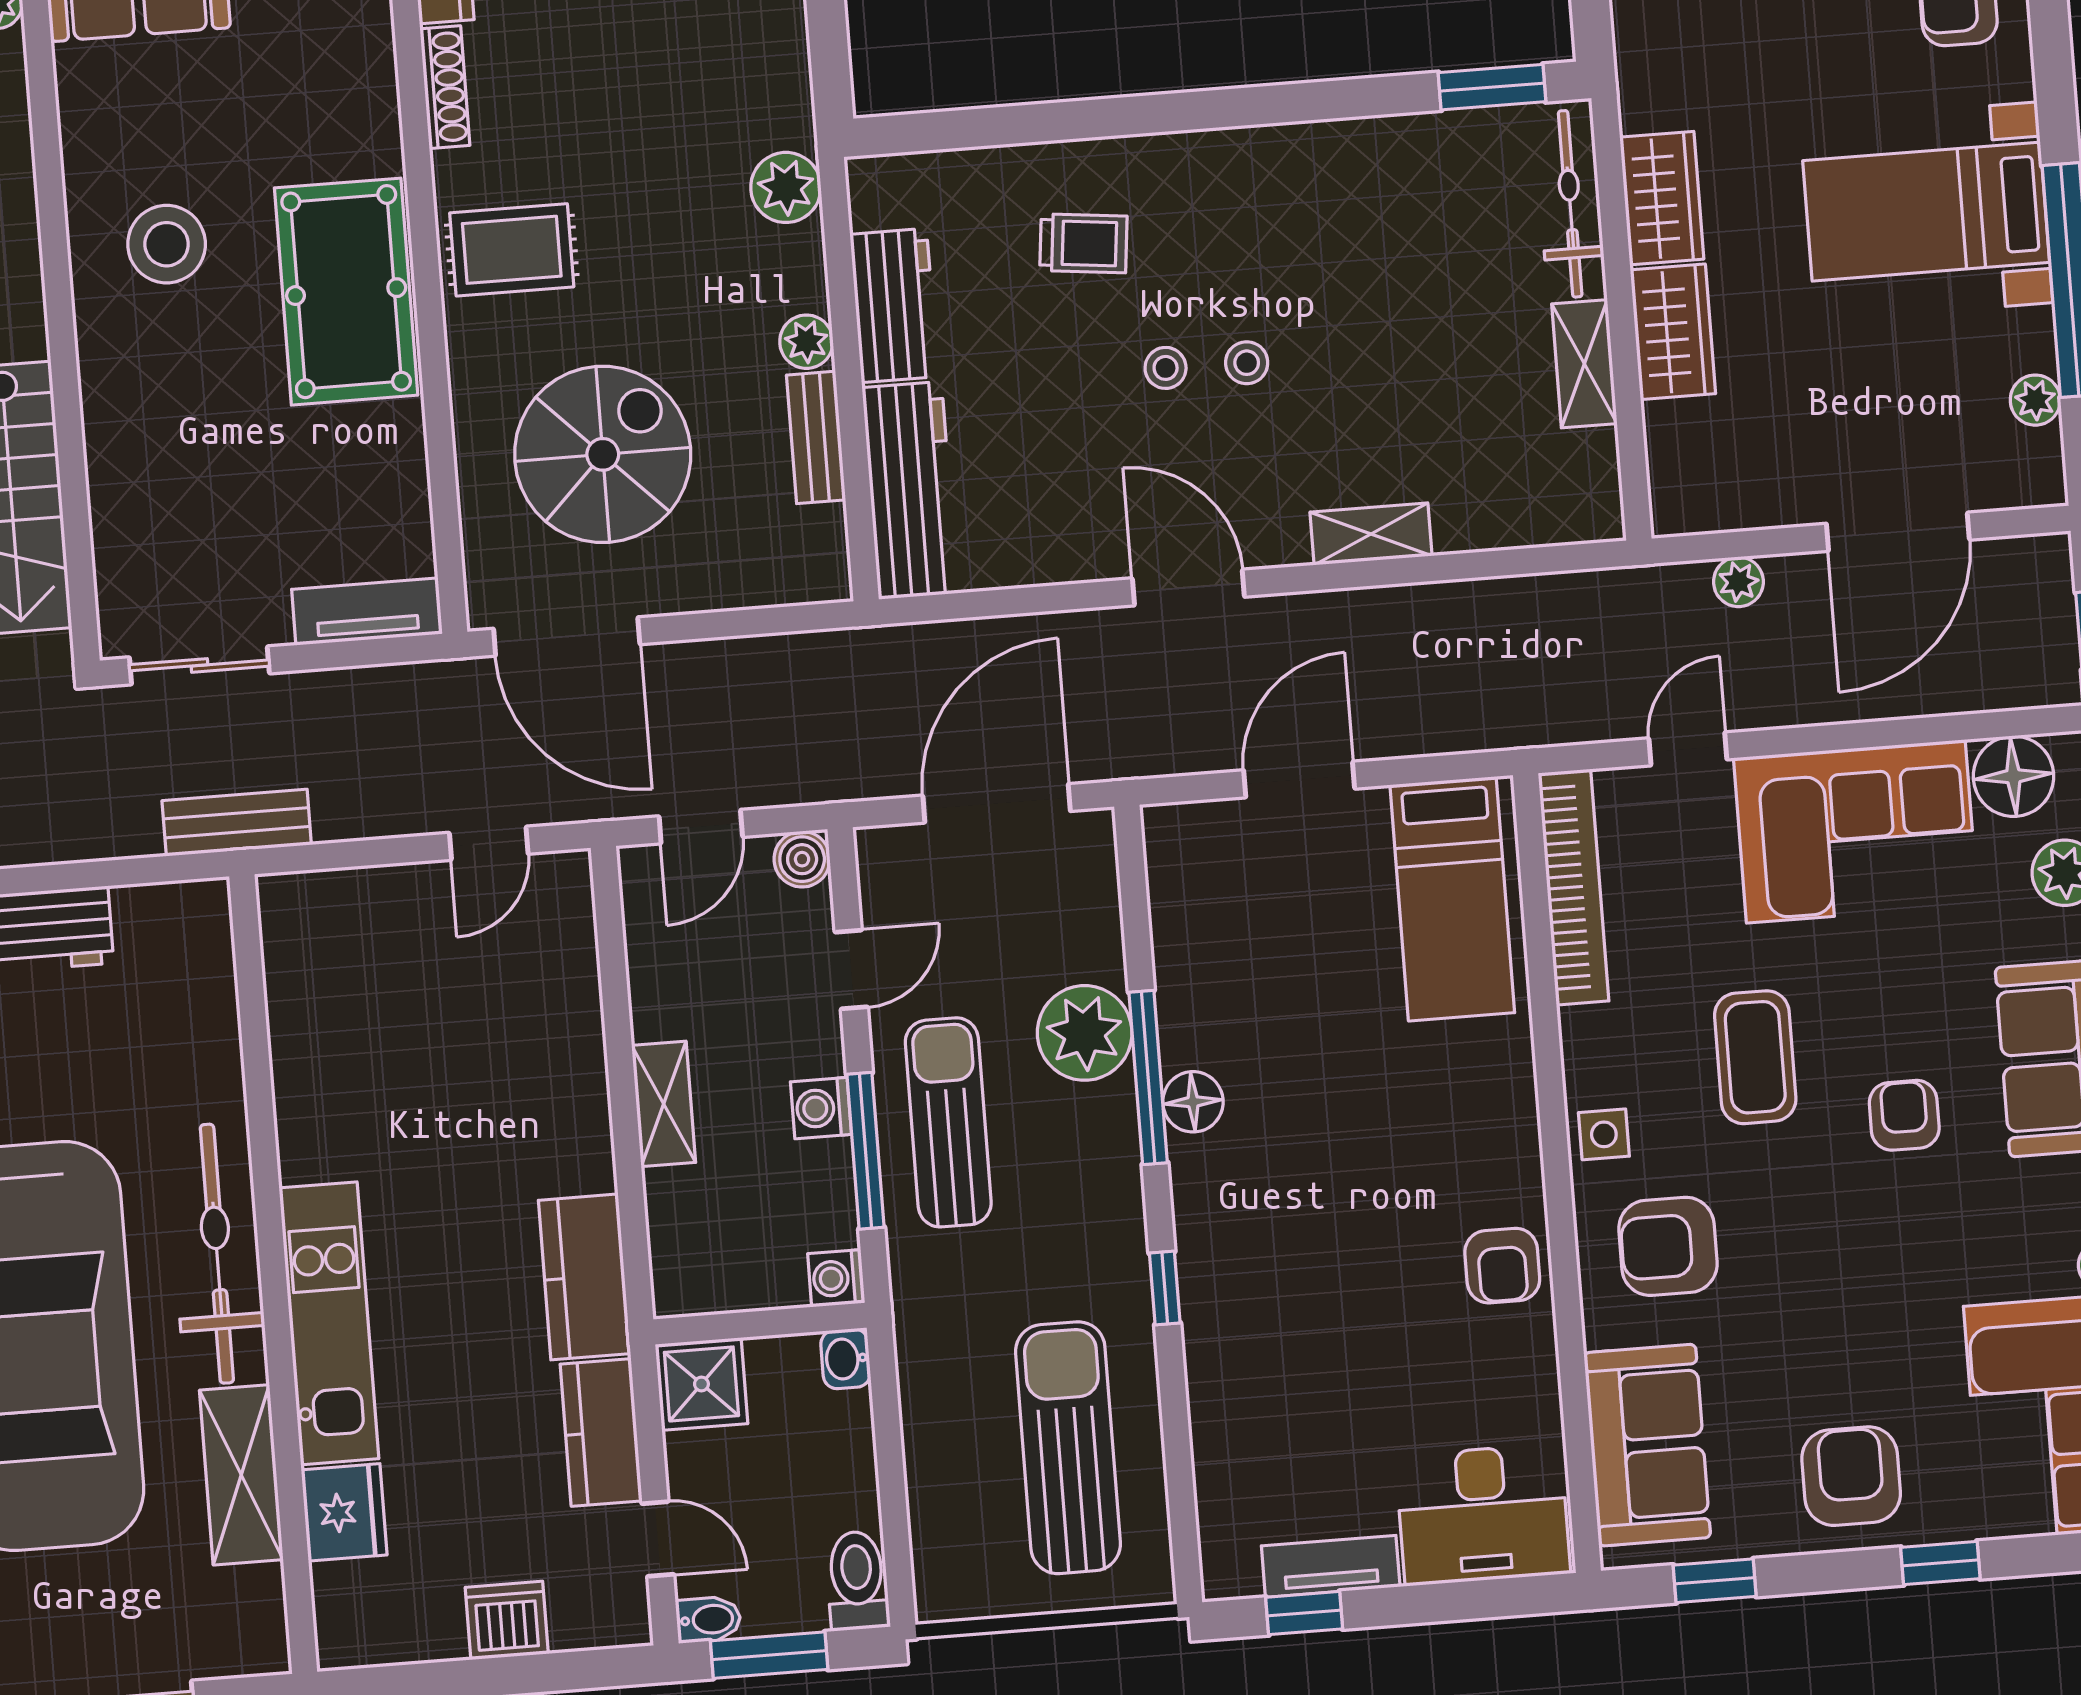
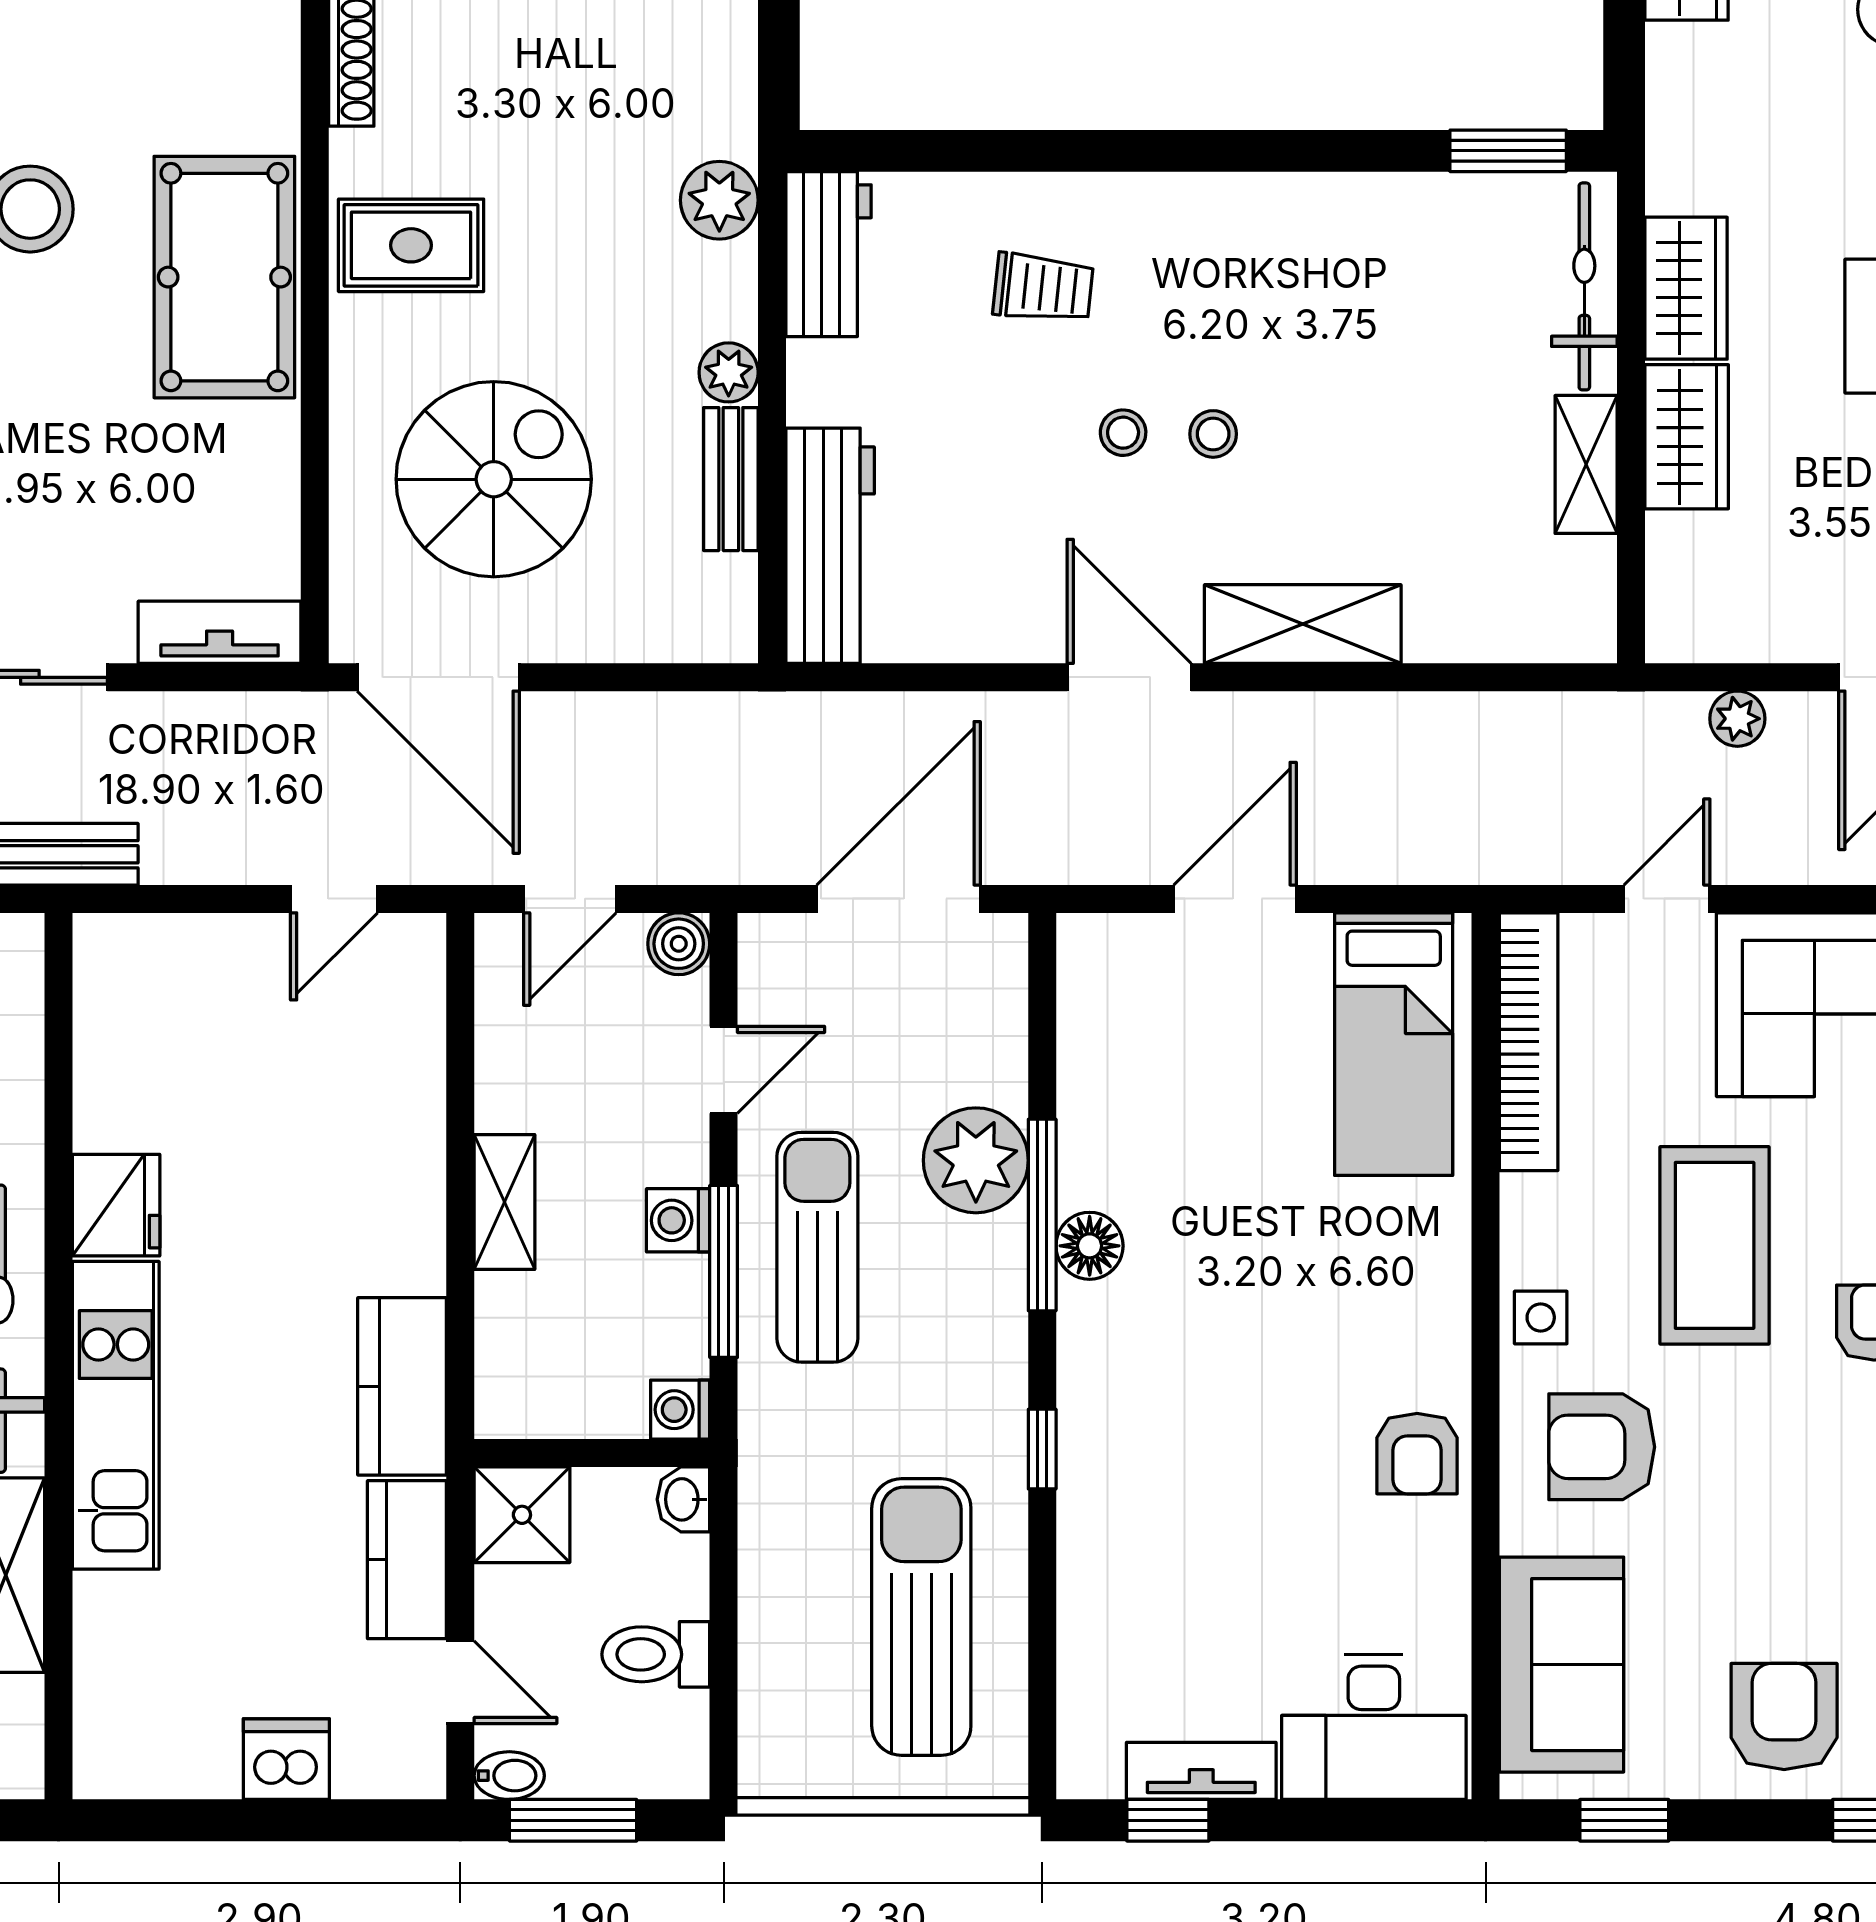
workbench: (894, 305) -> (829, 254), moved
shelving: (1371, 534) -> (1303, 624), width x1.50, depth x1.33
coffee table: (1755, 1057) -> (1715, 1245), width x1.36, depth x1.32
fridge: (344, 1512) -> (116, 1205), moved
toilet: (857, 1581) -> (656, 1654), moved, turned -90

